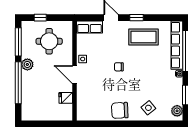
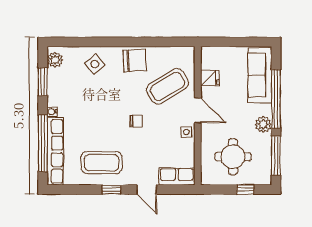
coffee table: (96, 92) -> (167, 86), added
sofa: (30, 100) -> (260, 75), added

